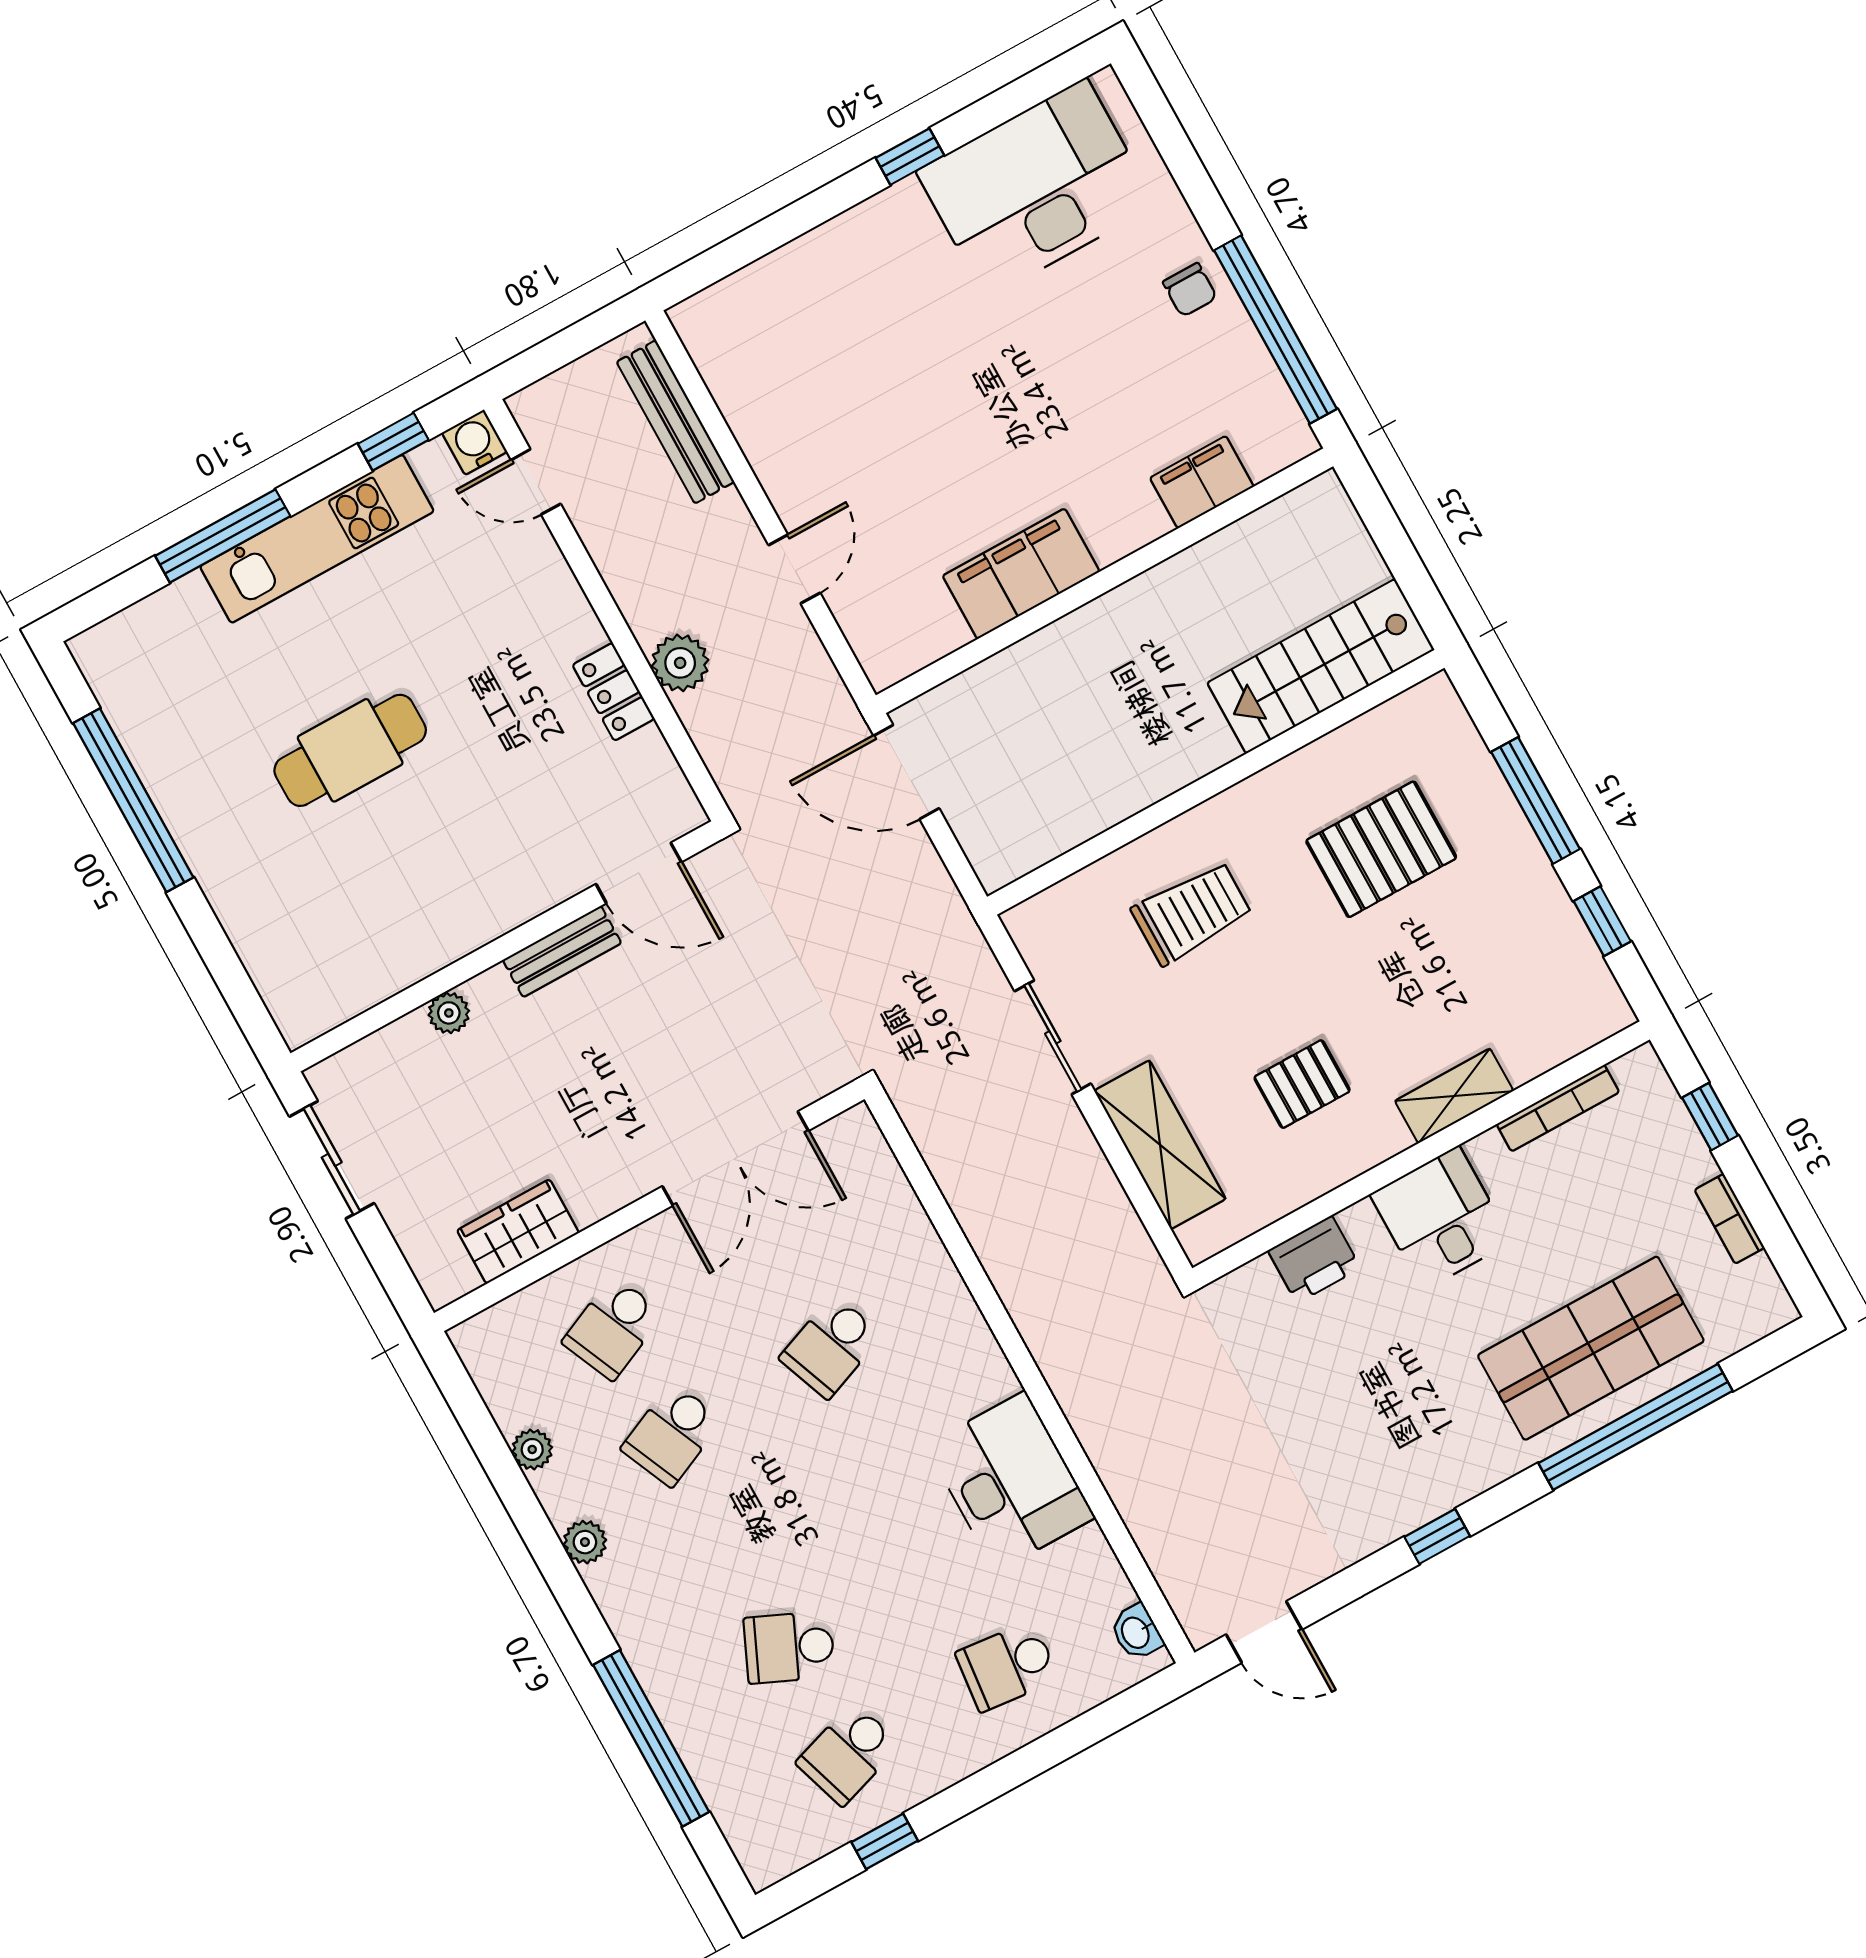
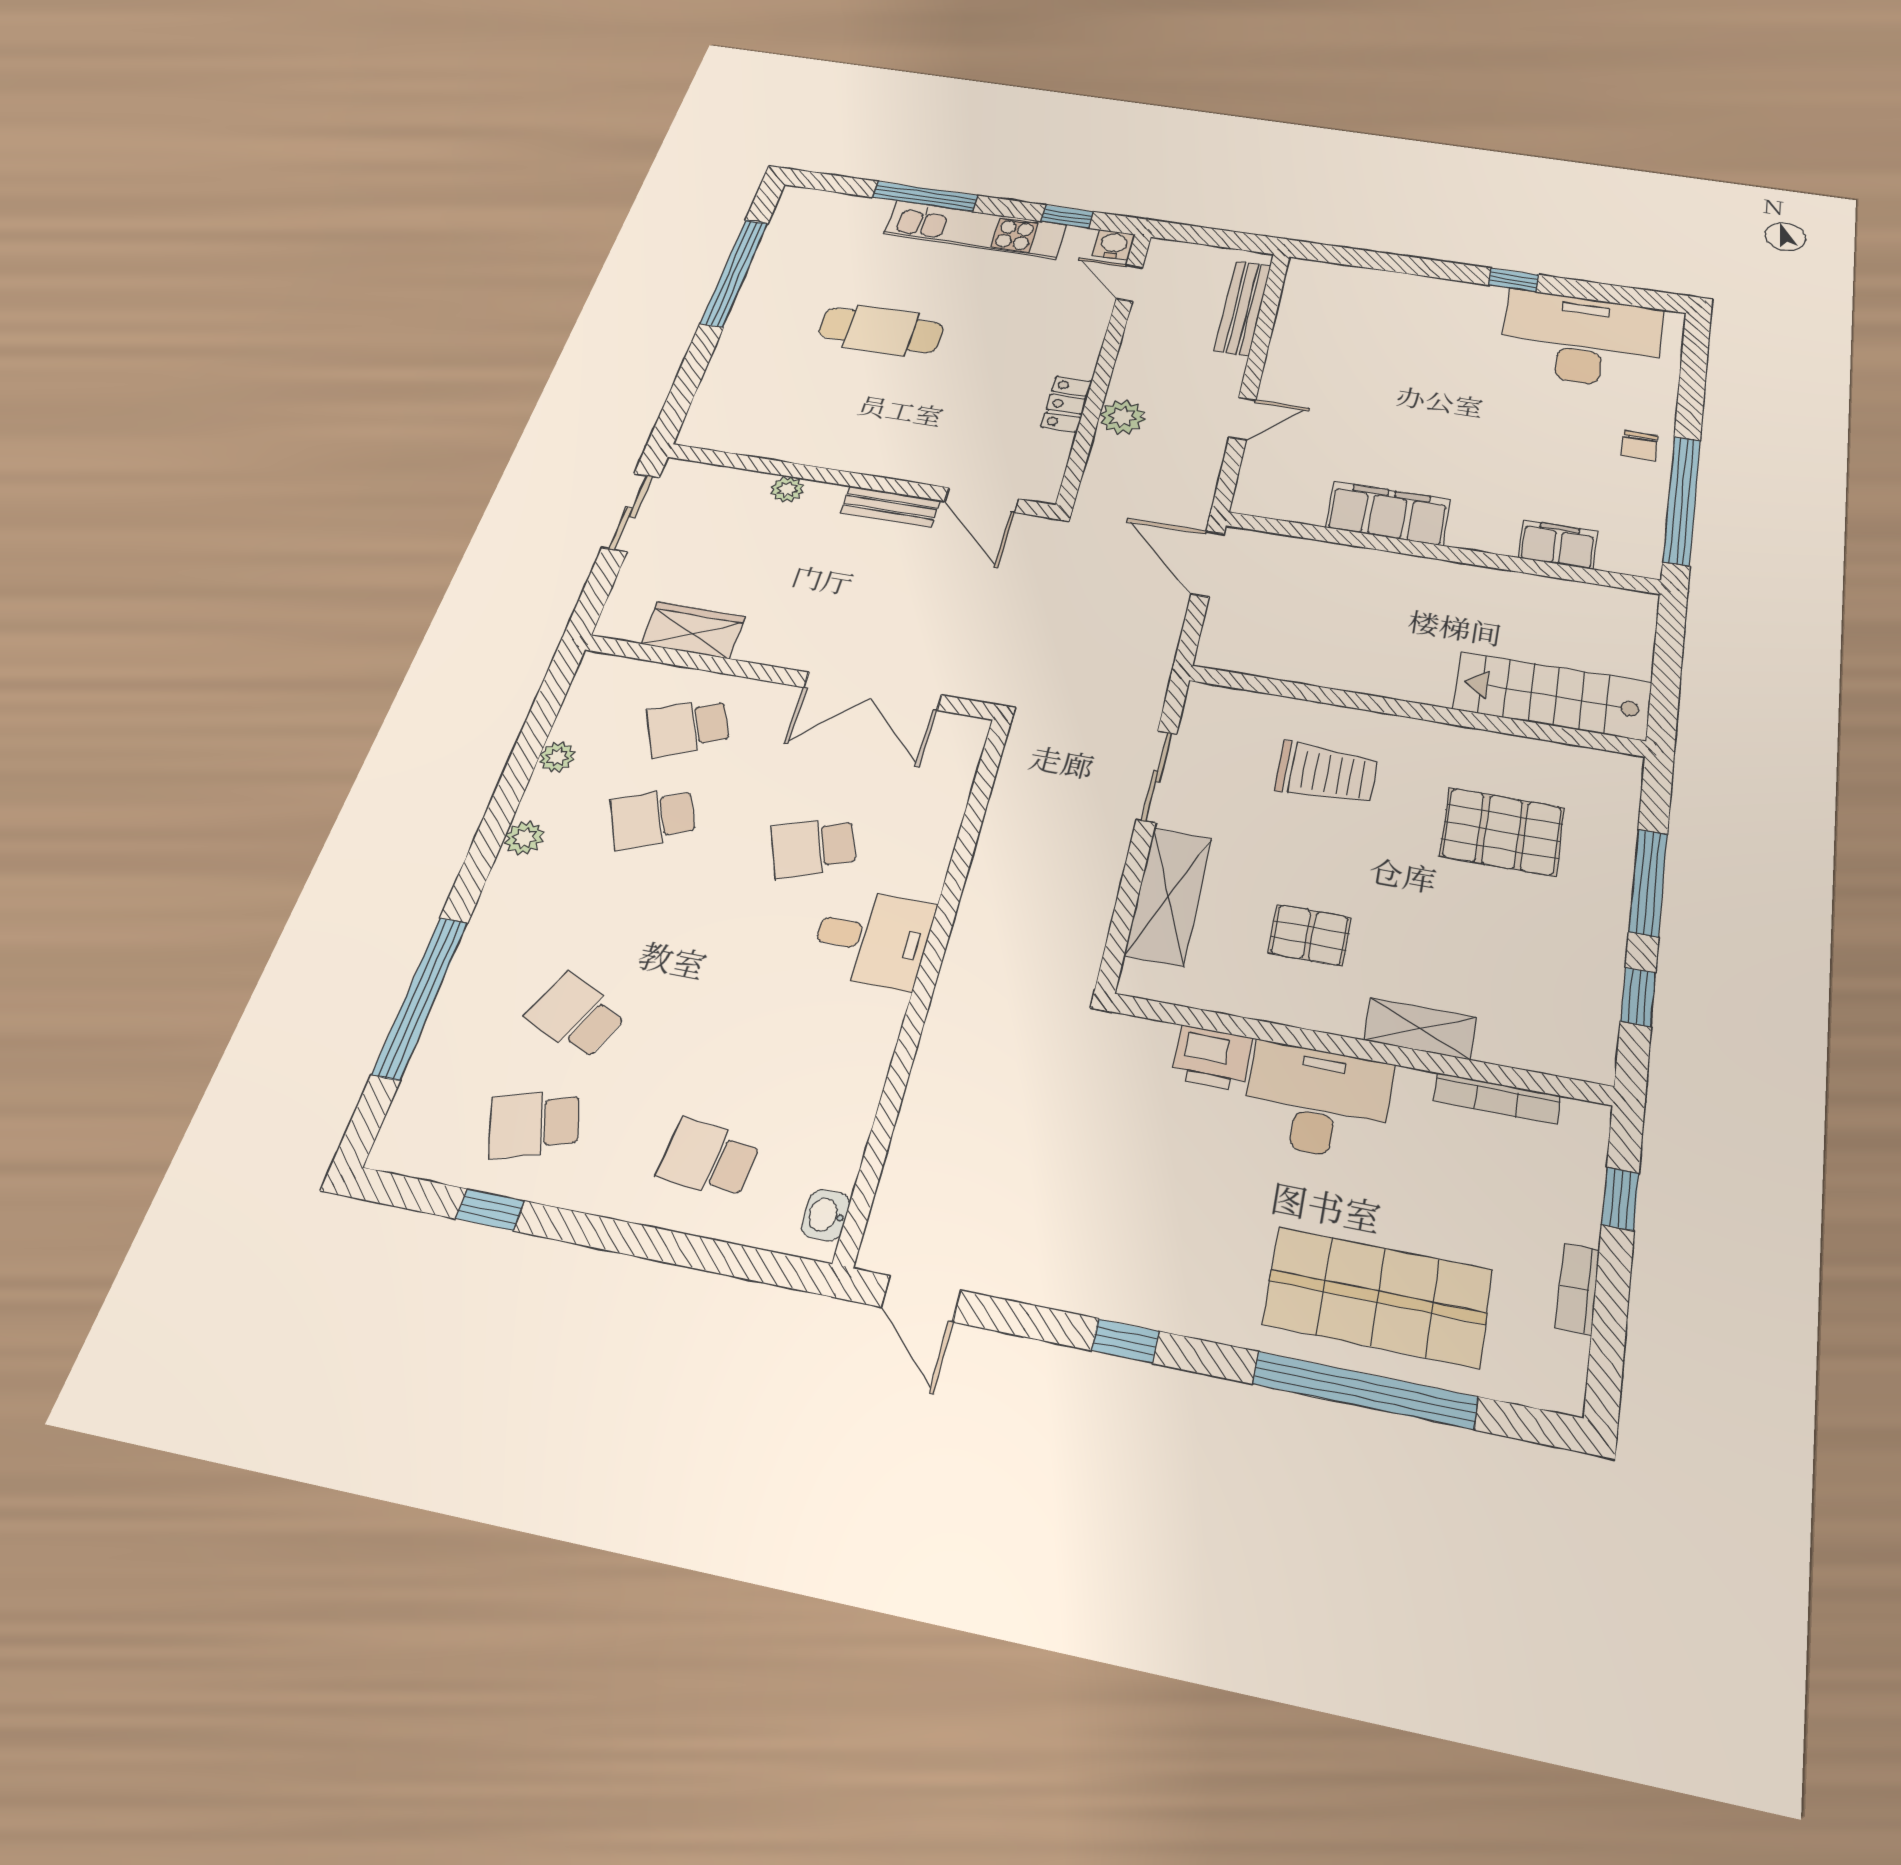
desk: (1441, 1218) -> (1317, 1101), width x1.37
desk: (1010, 1481) -> (872, 938), moved, width x0.73

